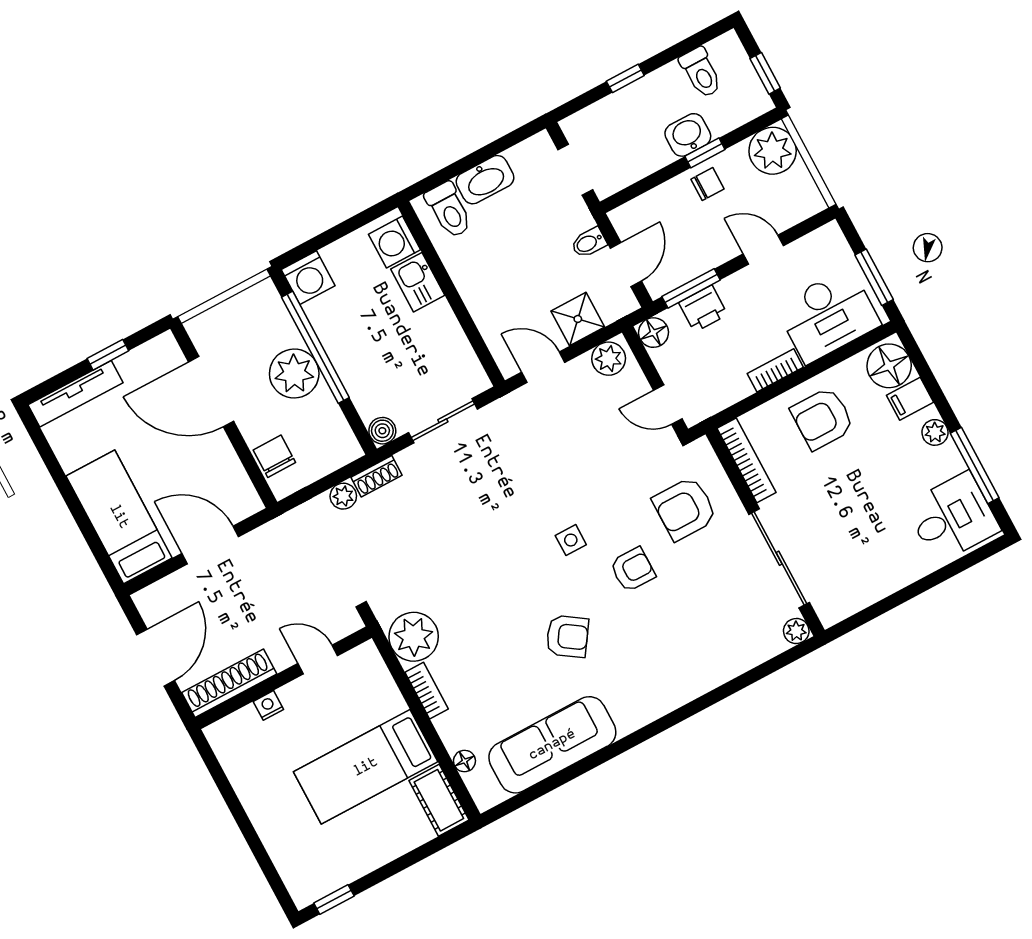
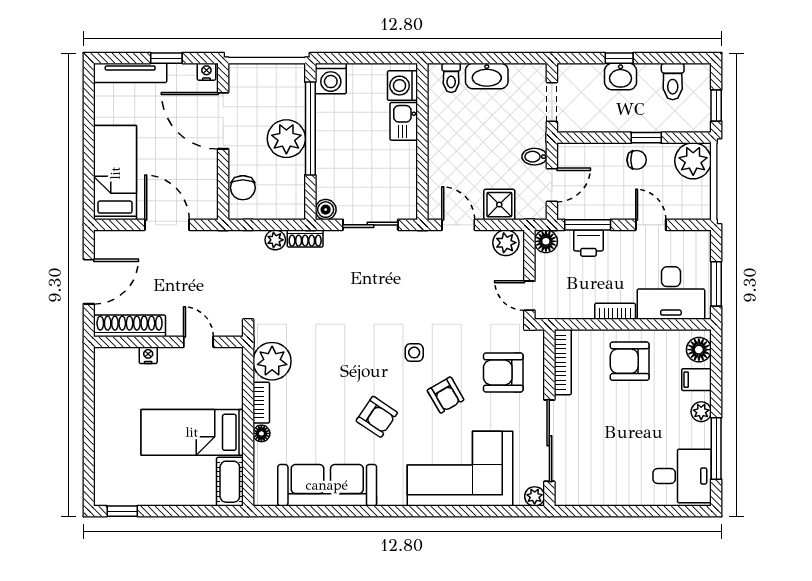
washbasin: (688, 135) -> (621, 76), moved, turned 180
toilet: (449, 210) -> (451, 78), width x0.73, depth x0.72
nightstand: (162, 346) -> (206, 72), added
floor lamp: (889, 366) -> (699, 350), width x0.73, depth x0.73
chair: (274, 456) -> (243, 188), turned 180
armchair: (633, 570) -> (446, 395), turned 60
corner sofa: (694, 645) -> (460, 469), added
floor lamp: (464, 761) -> (261, 433), moved

